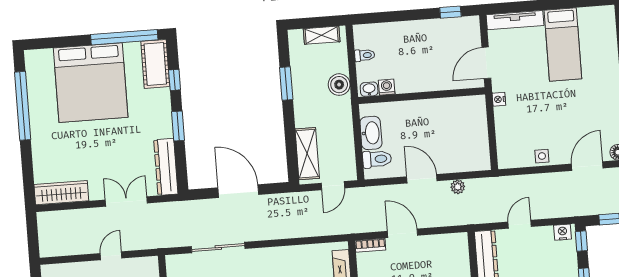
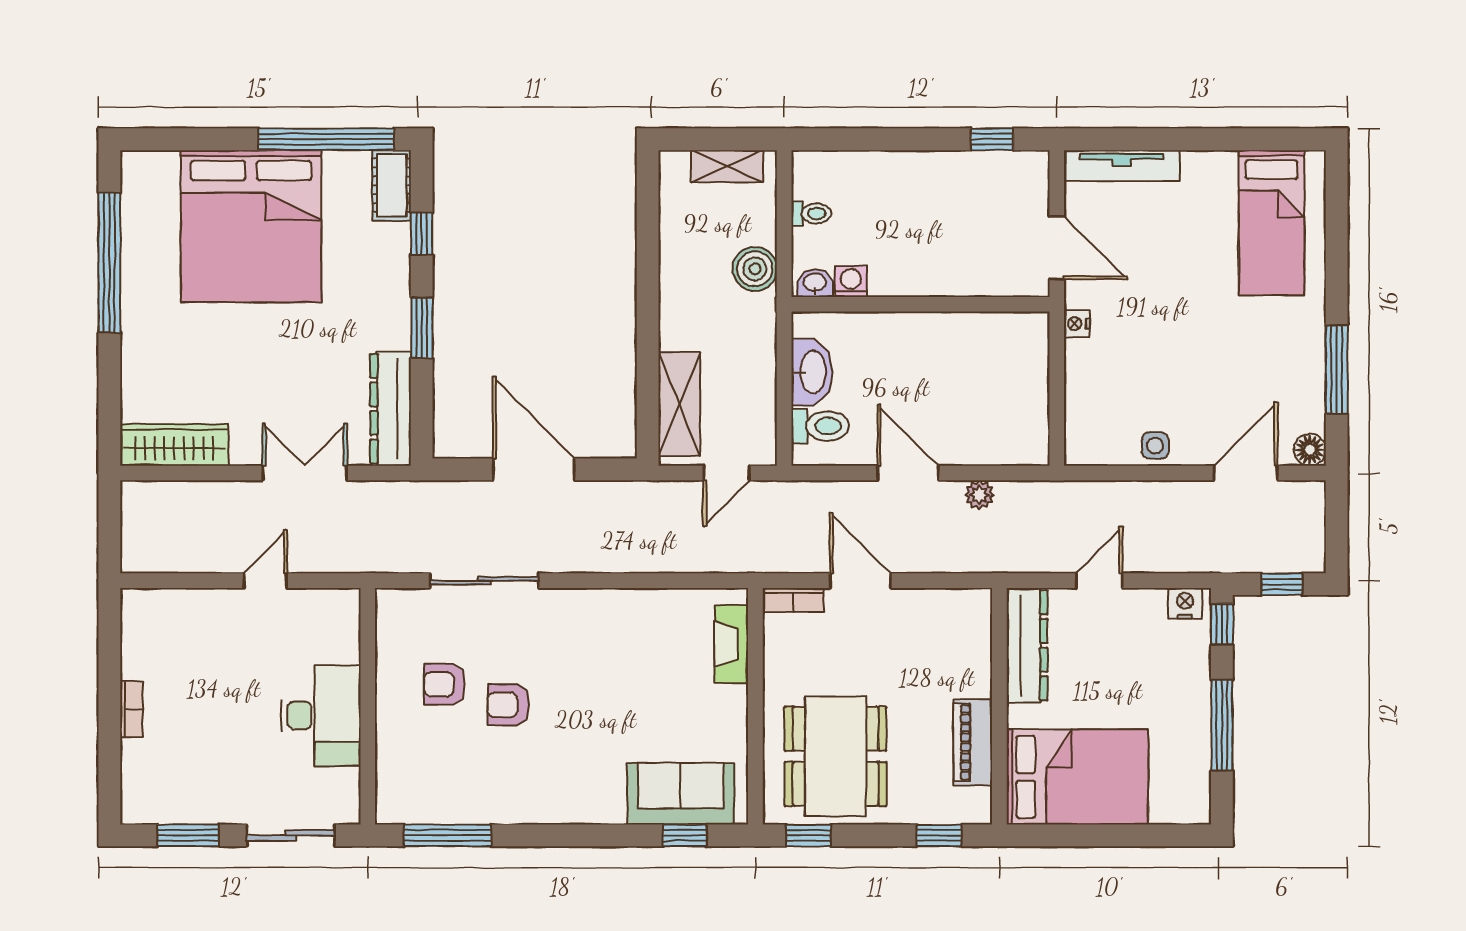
bed: (563, 45) -> (1272, 223), moved
door: (486, 63) -> (1057, 248), swing flipped
cot: (155, 64) -> (392, 185), width x0.73, depth x0.75
window: (286, 84) -> (648, 259), removed

